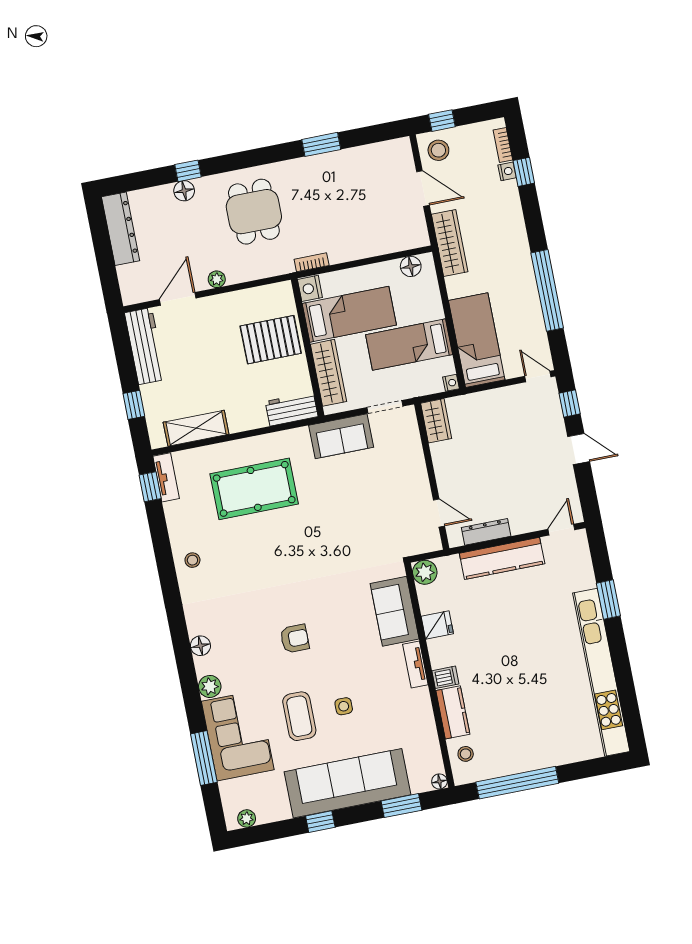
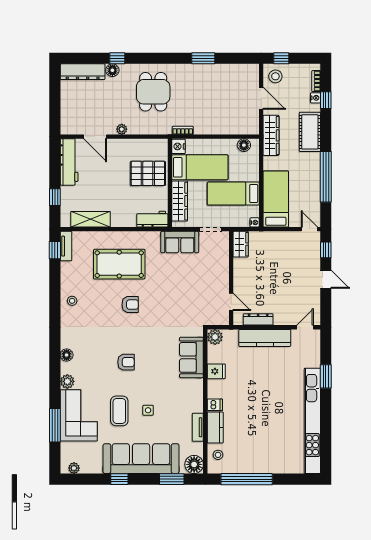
cot: (509, 226) -> (310, 132), added
dresser: (121, 229) -> (83, 72), moved, turned 90
door: (178, 299) -> (95, 137), swing flipped
armchair: (284, 548) -> (130, 305), added
tv unit: (415, 664) -> (198, 427), moved
floor lamp: (439, 781) -> (194, 464), width x1.89, depth x1.89

